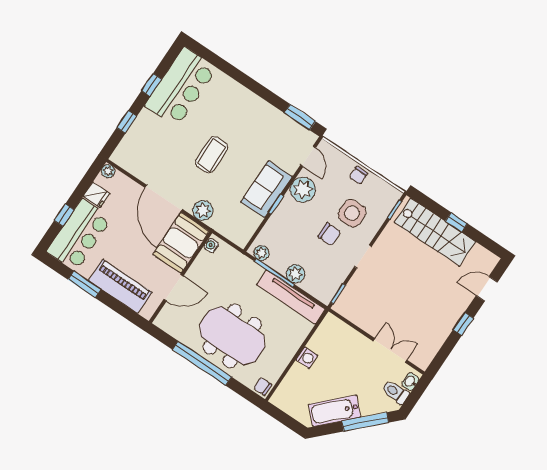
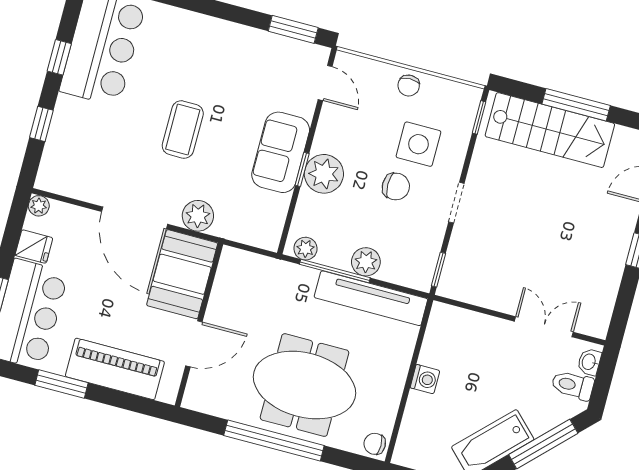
plant: (303, 190) -> (324, 174), moved
window: (456, 222) -> (576, 105), width x2.17
water cooler: (211, 246) -> (228, 263), removed

